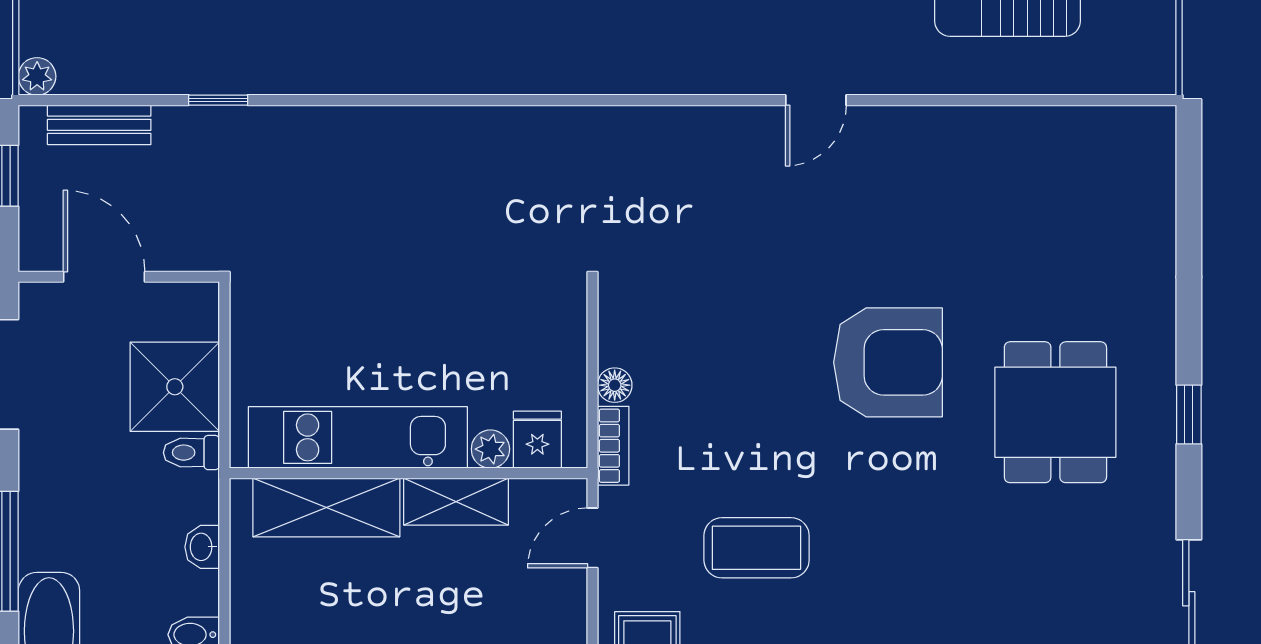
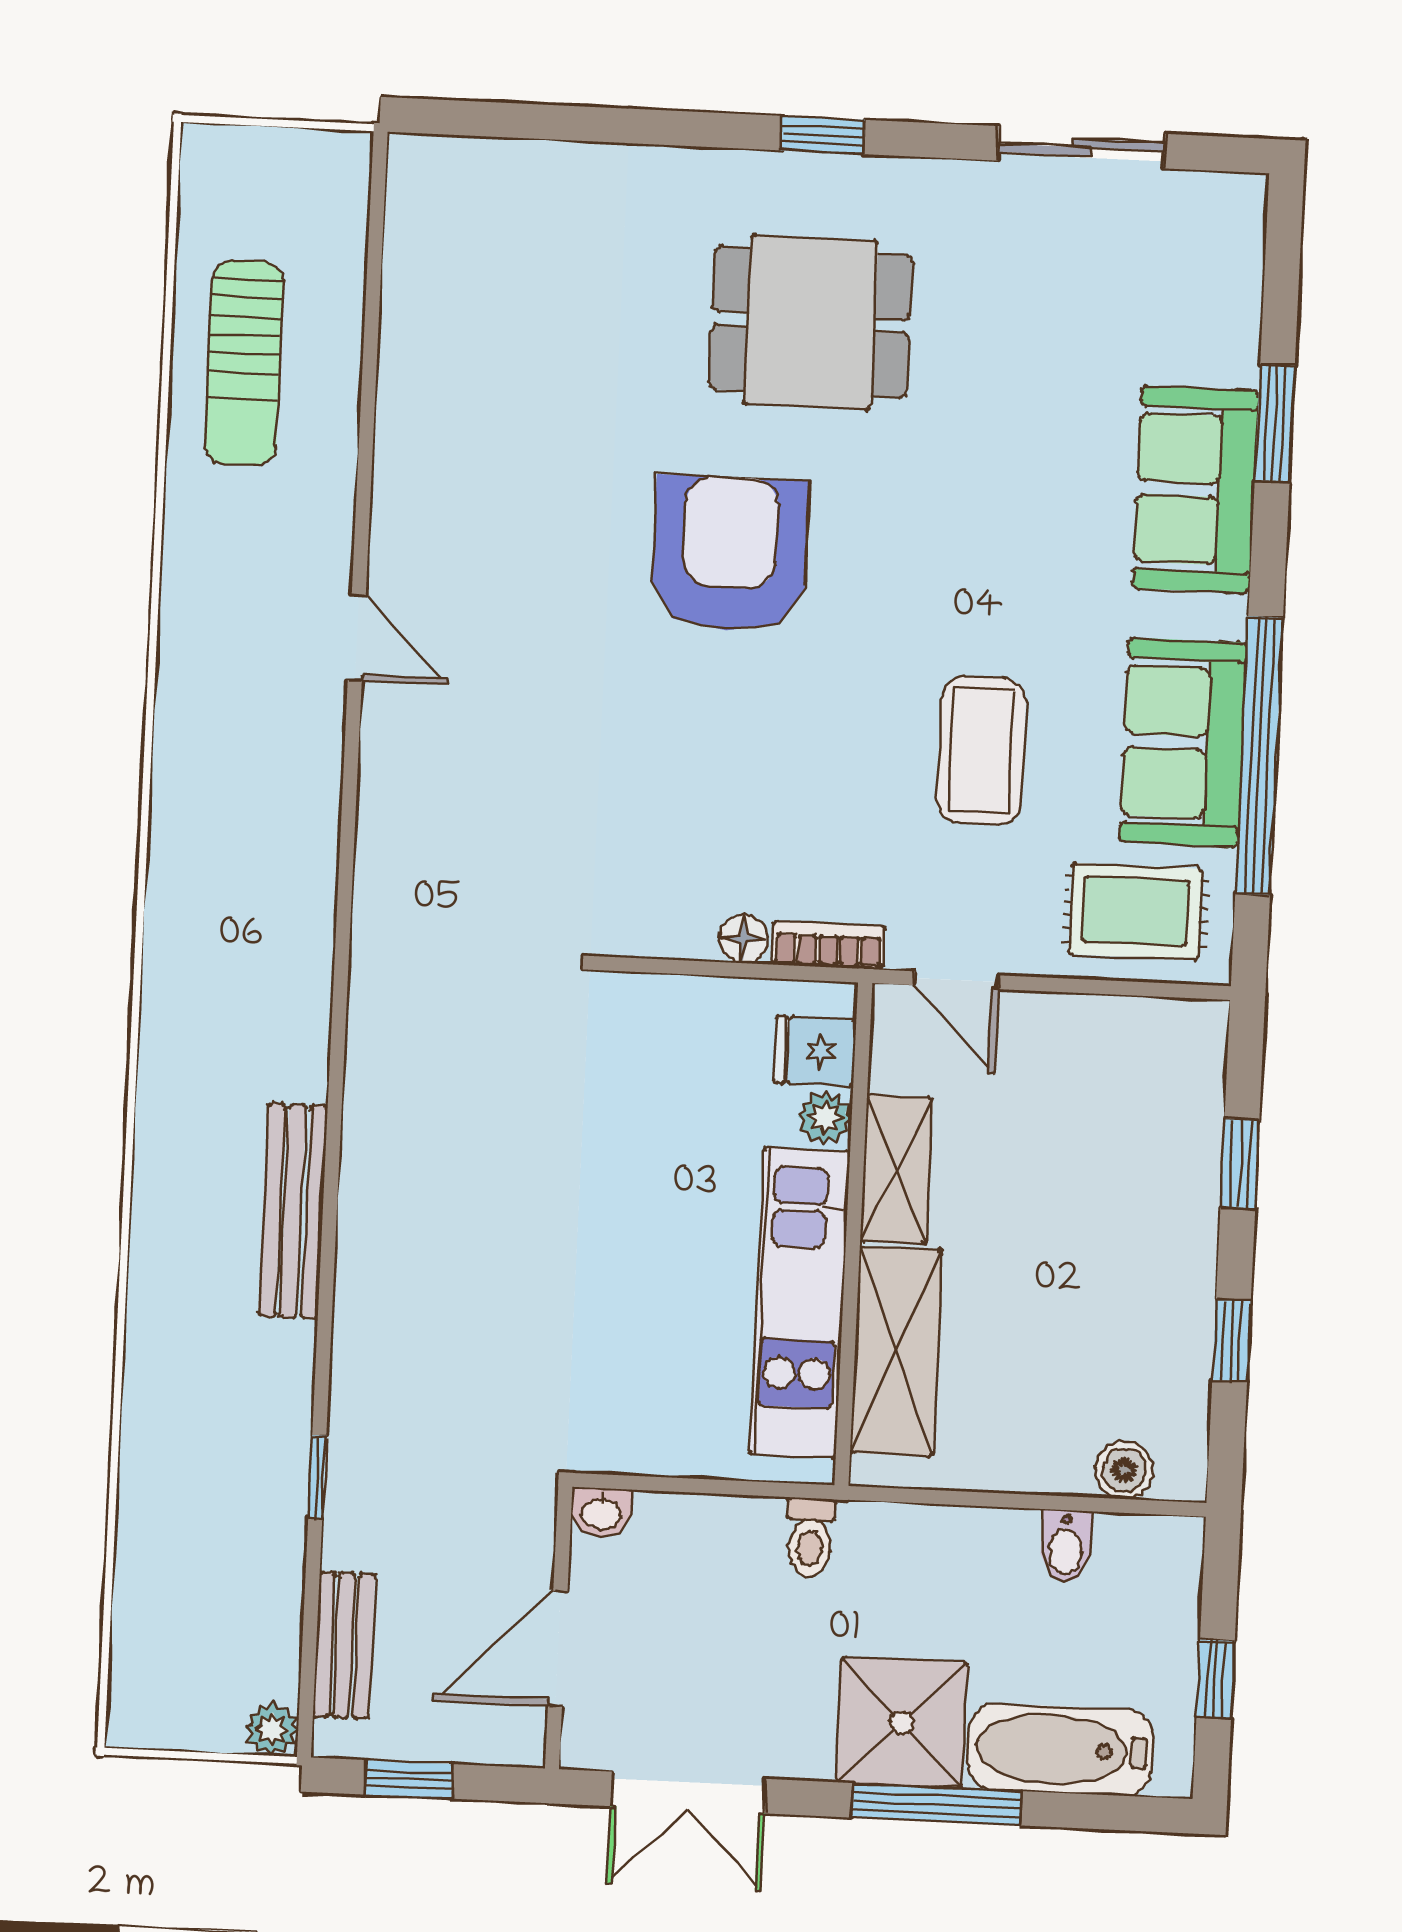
bench: (406, 74) -> (293, 1211), added
shower: (175, 387) -> (902, 1723), moved
washbasin: (202, 547) -> (601, 1513), moved

